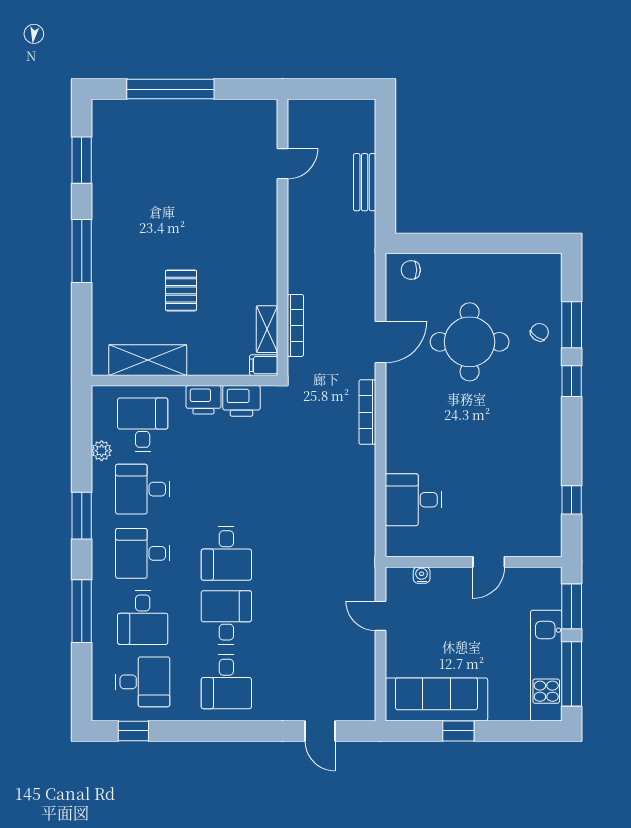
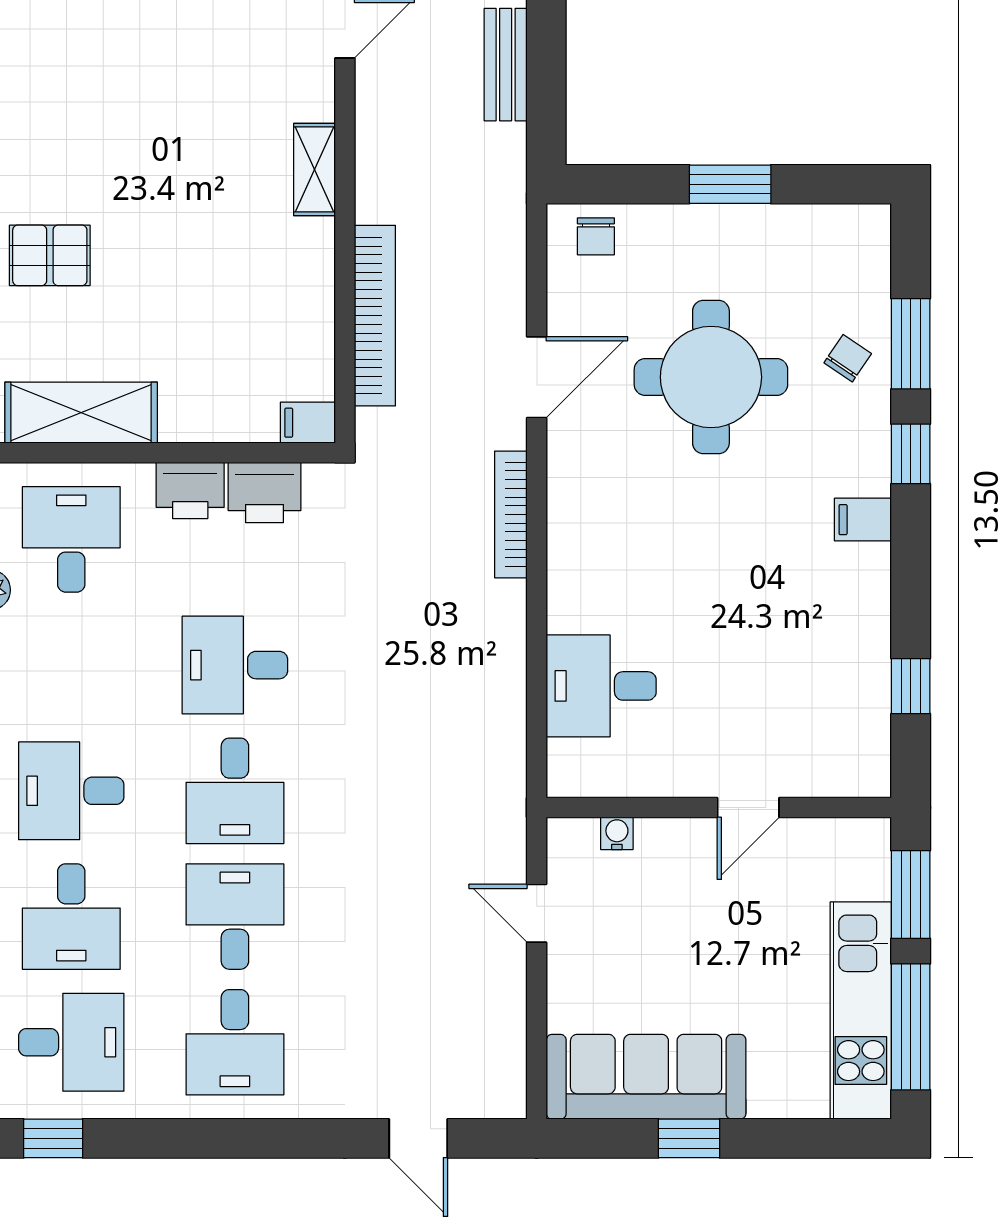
window: (479, 243) -> (730, 184), added
chair: (411, 270) -> (596, 236), turned -90
pallet: (181, 290) -> (50, 255), moved, turned 90
bookcase: (295, 325) -> (375, 316), width x1.48, depth x1.31
shelving: (267, 329) -> (314, 169), moved
filing cabinet: (547, 415) -> (863, 520), added
desk: (143, 489) -> (235, 665), moved

